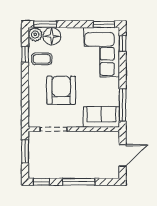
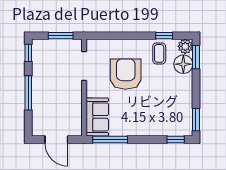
corner sofa: (102, 52) -> (166, 117), removed
armchair: (61, 90) -> (126, 74), turned -90

